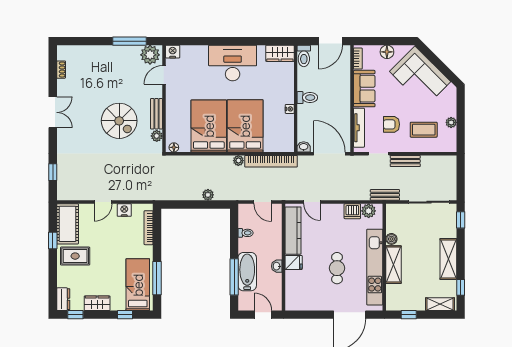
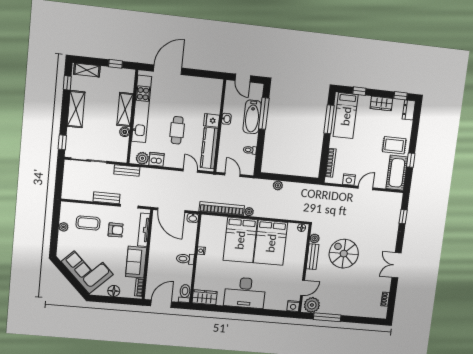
cafe table: (337, 268) -> (177, 130), moved

